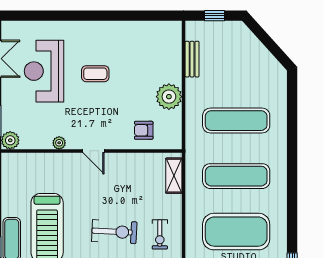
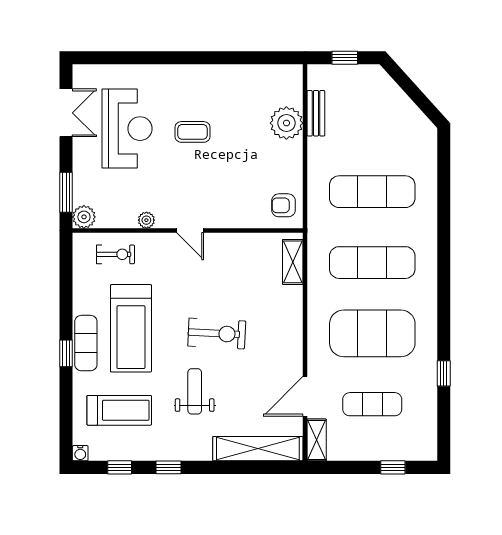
reception desk: (44, 71) -> (127, 129), turned 180
plant: (169, 97) -> (286, 123), moved
armchair: (144, 130) -> (283, 205), moved
exercise bike: (160, 234) -> (115, 254), moved, turned -90

